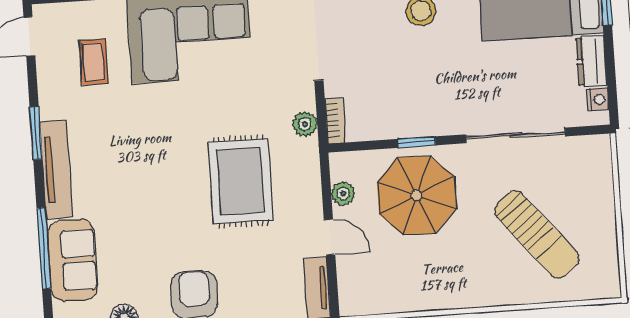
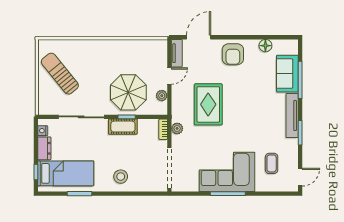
cot: (423, 120) -> (123, 127), added
sun lounger: (537, 235) -> (60, 74), moved
door: (330, 237) -> (169, 76), swing flipped

